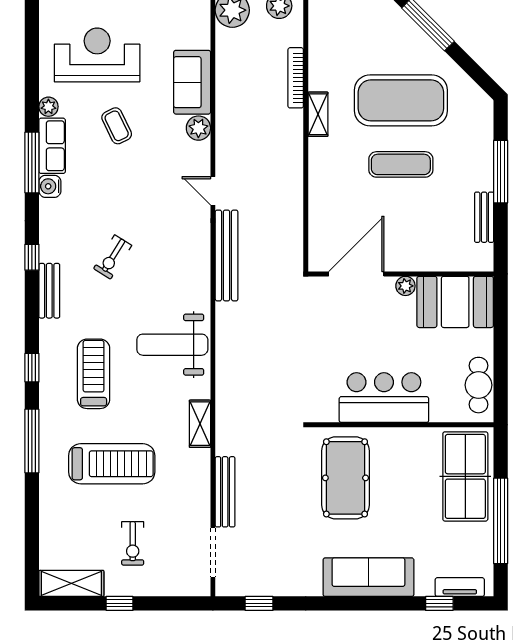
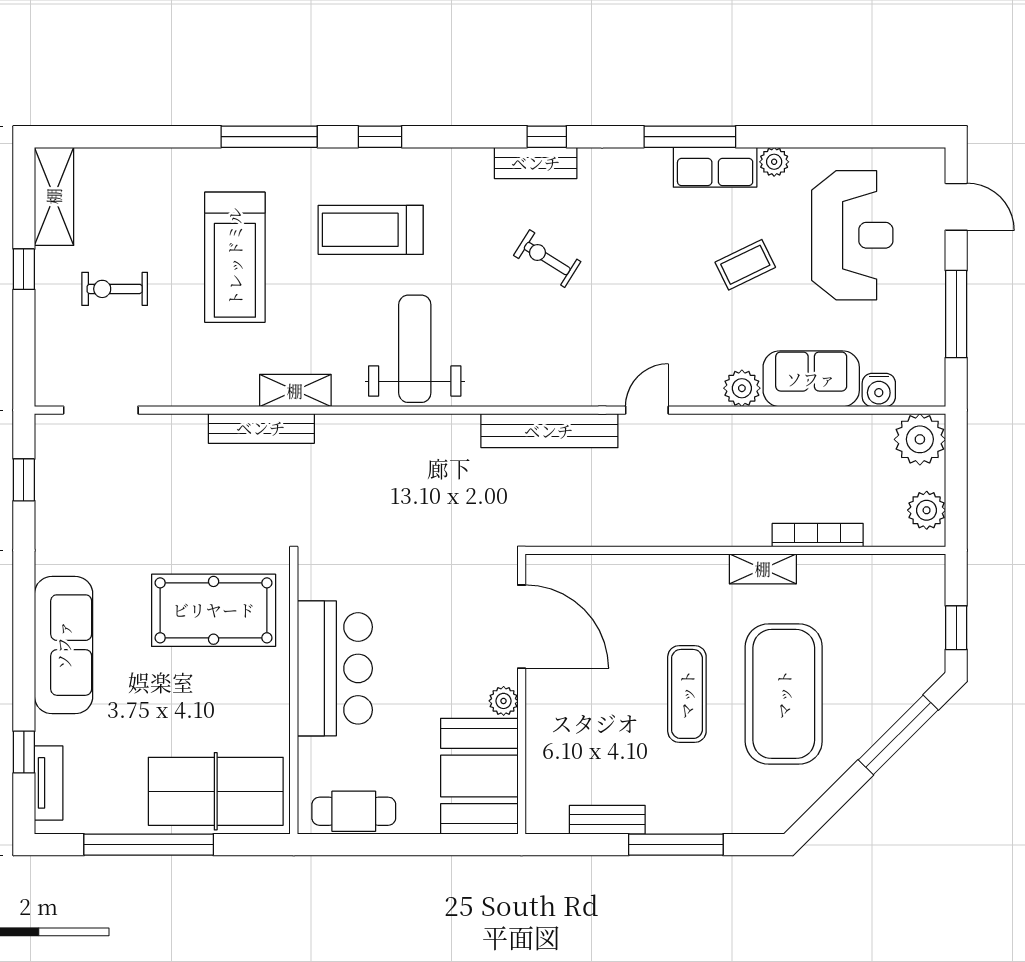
water cooler: (50, 186) -> (879, 390), moved, turned 180
bench: (49, 291) -> (536, 163), moved
treadmill: (94, 374) -> (371, 230), turned 180
bench: (225, 492) -> (261, 428), moved

